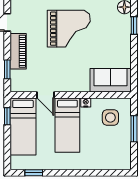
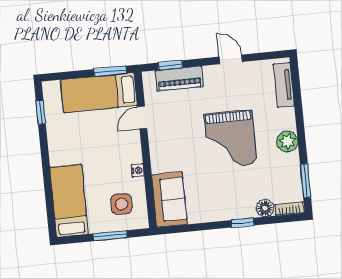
piano: (18, 51) -> (179, 78), moved
window: (7, 116) -> (110, 71), width x1.50
bed: (67, 125) -> (69, 201), moved, turned 90

